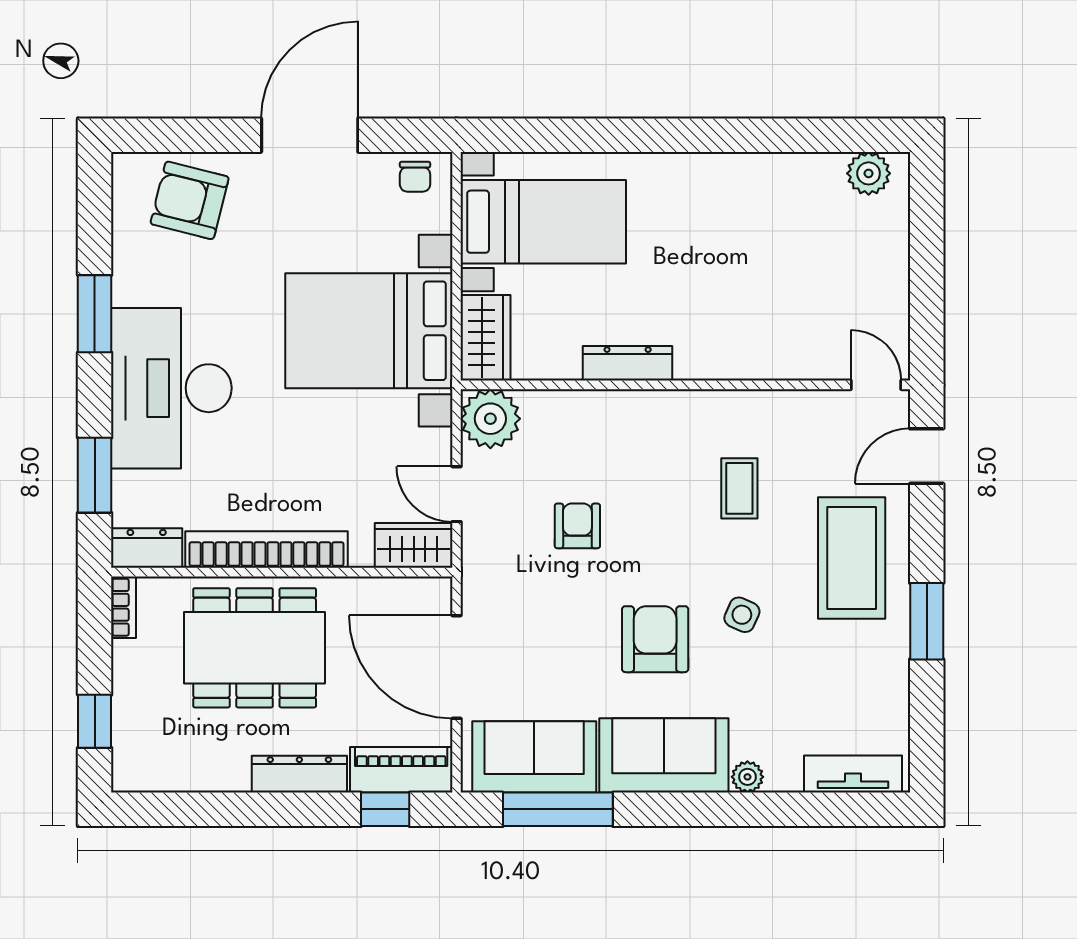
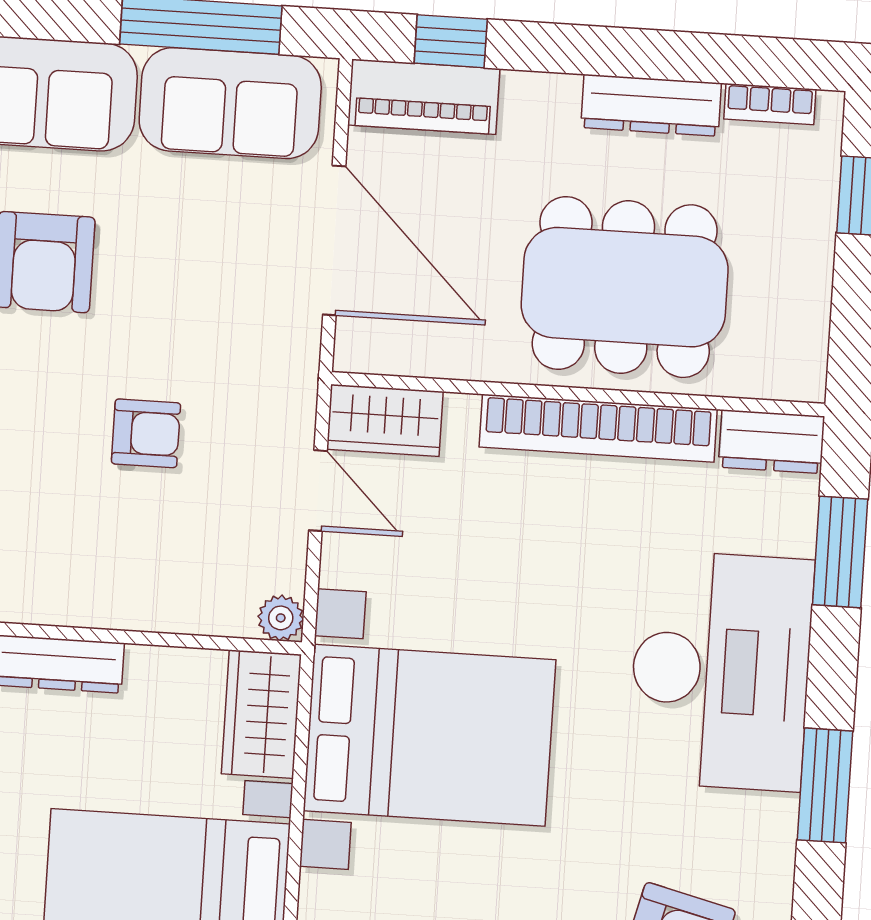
plant: (490, 419) -> (281, 618), width x0.53, depth x0.53
armchair: (577, 526) -> (146, 433), turned -90
bookcase: (124, 607) -> (770, 104), moved, turned -90
dresser: (299, 774) -> (651, 105), moved

